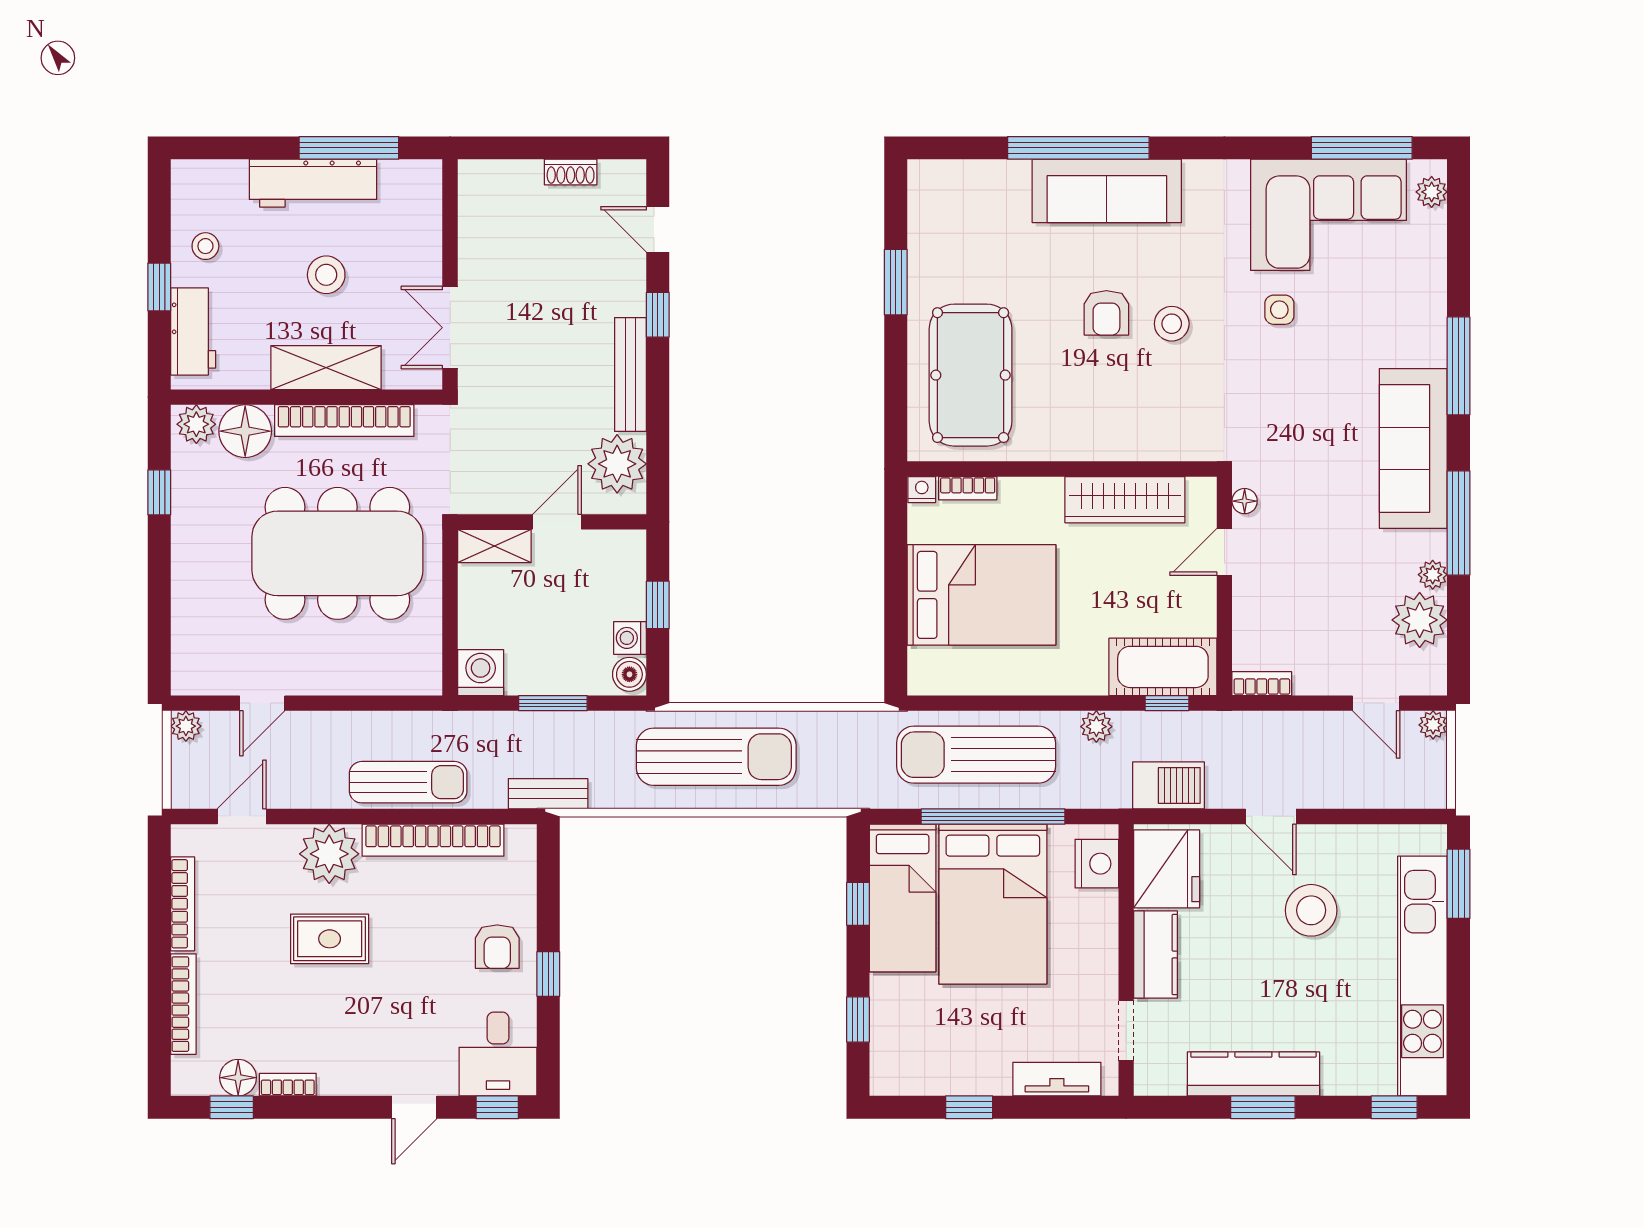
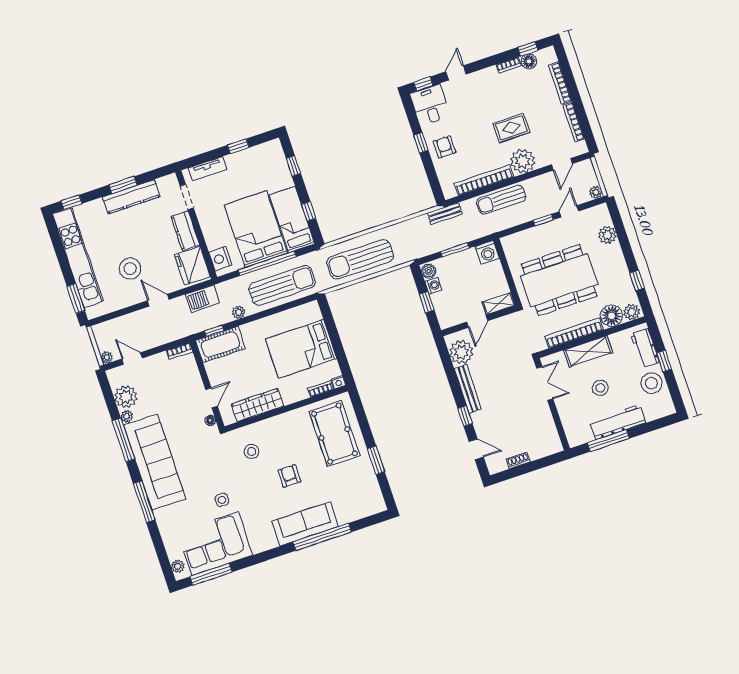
stool: (205, 246) -> (651, 383), width x1.89, depth x1.89
stool: (1172, 324) -> (252, 451), moved
sofa: (1413, 448) -> (155, 462), width x1.36, depth x1.27
plant: (192, 620) -> (607, 235), added
window: (328, 703) -> (543, 220), added
sun lounger: (716, 757) -> (360, 259), moved

